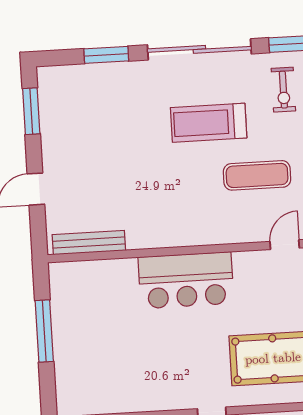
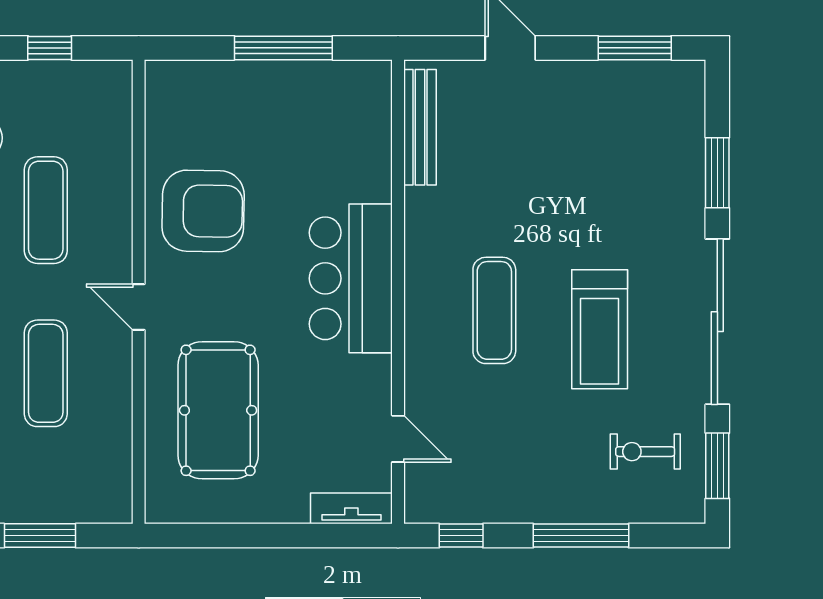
treadmill: (209, 123) -> (600, 329), turned 180
exercise mat: (257, 175) -> (494, 310), moved
armchair: (149, 375) -> (203, 211), added

